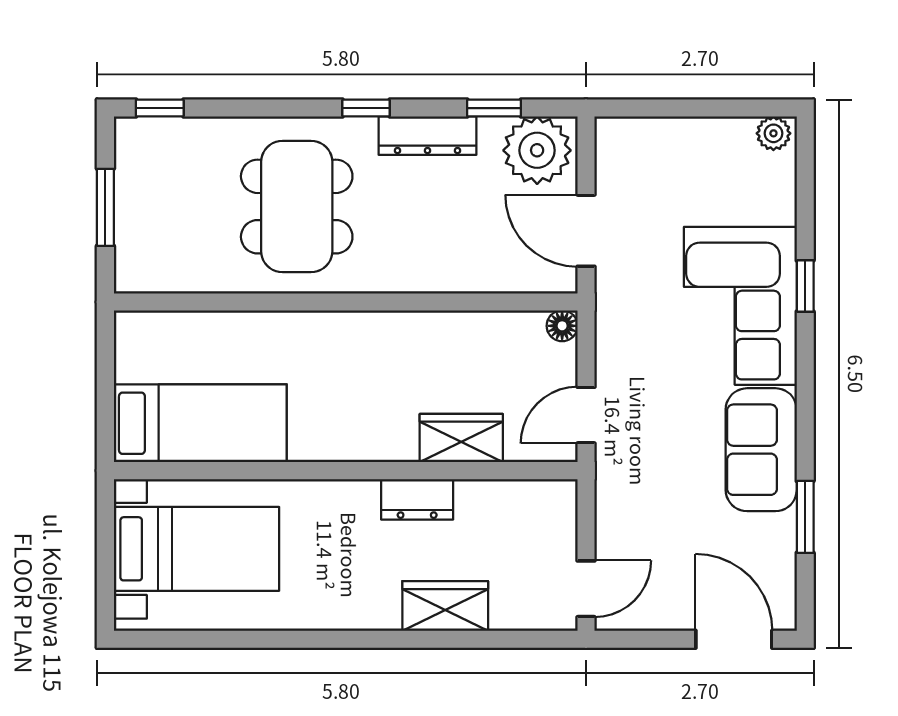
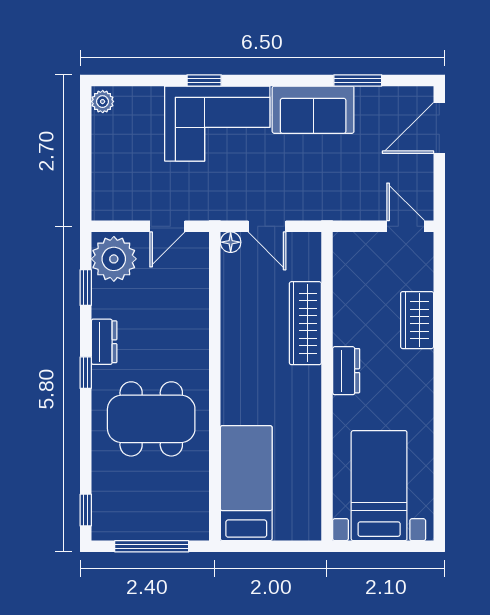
dresser: (427, 136) -> (104, 342), width x0.70
window: (105, 207) -> (152, 546), width x1.44
door: (586, 231) -> (167, 226), width x0.73
door: (586, 415) -> (267, 226), moved
bed: (200, 423) -> (246, 483), moved
wardrobe: (461, 438) -> (305, 323), width x1.50
dresser: (417, 499) -> (346, 371), moved

